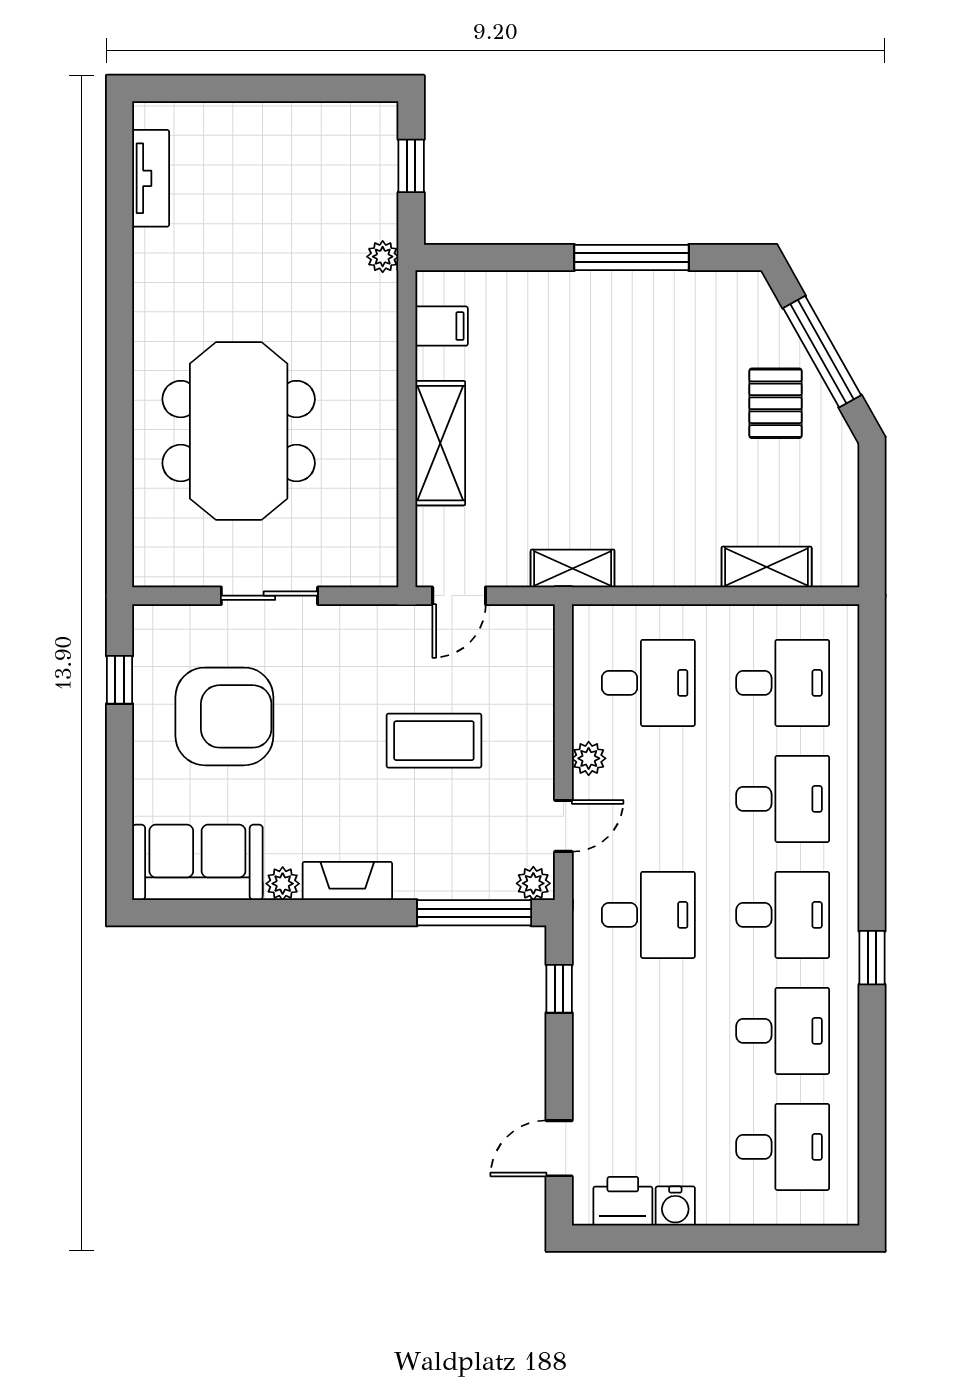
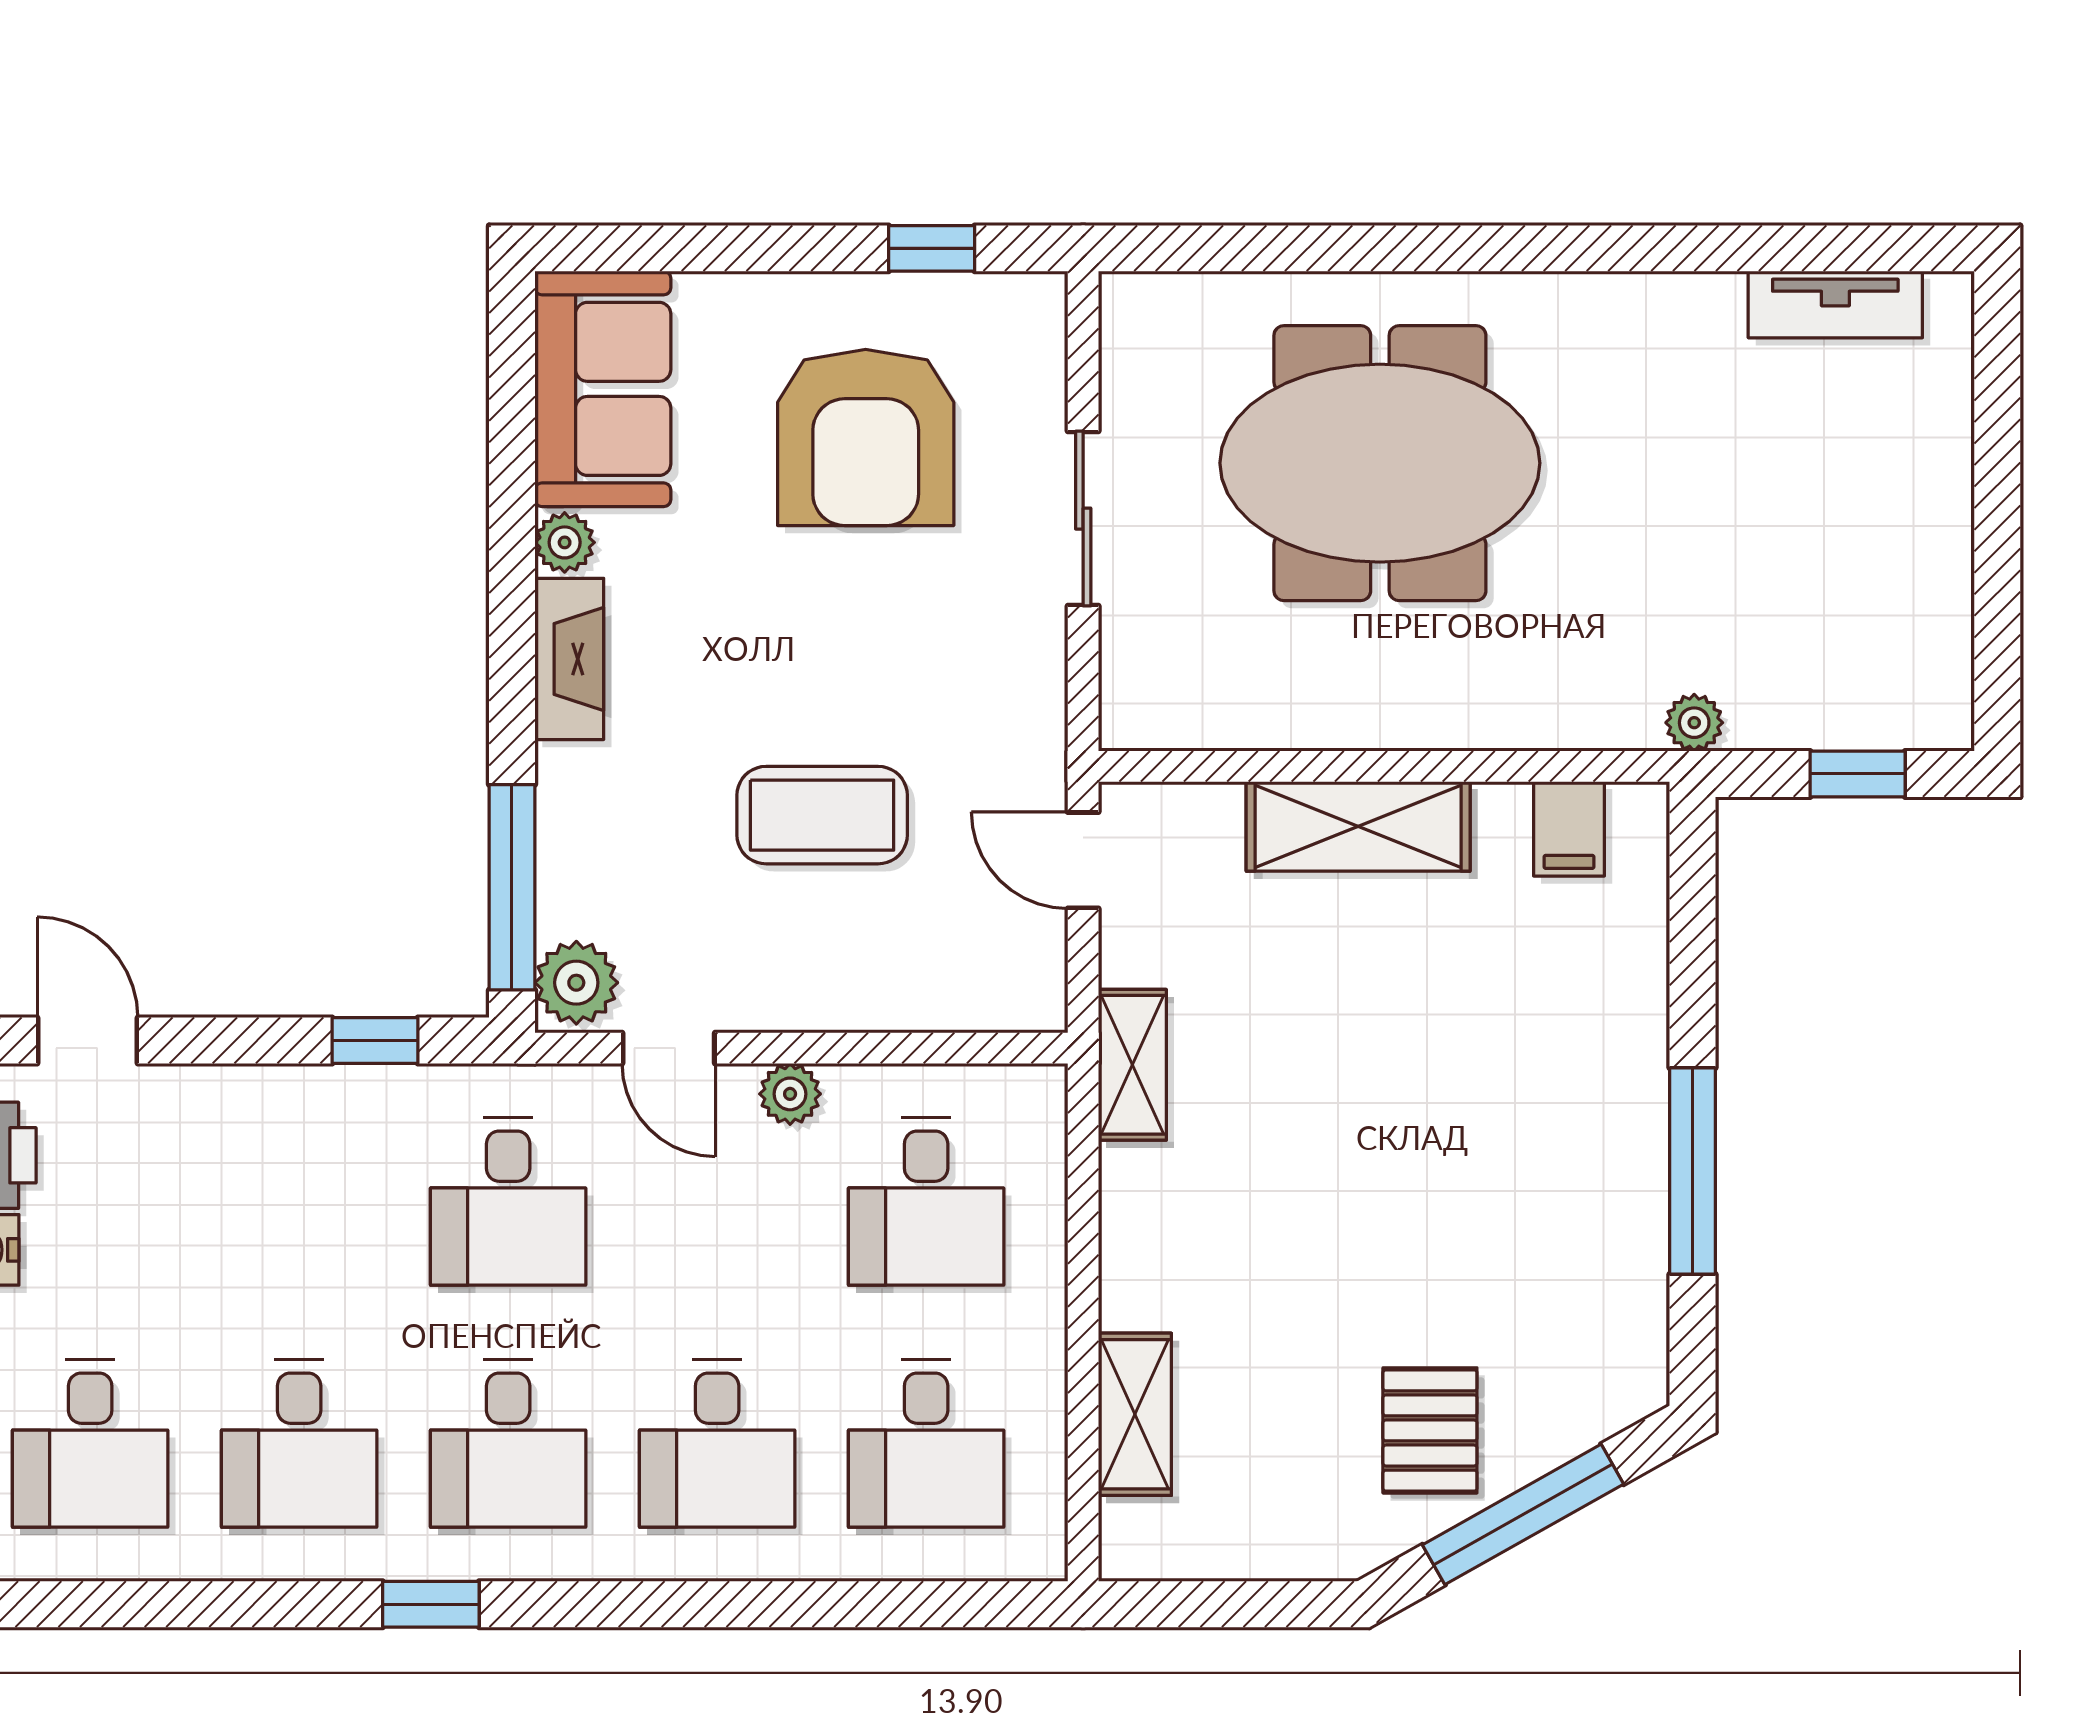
pallet: (776, 403) -> (1430, 1430), turned 90
coffee table: (434, 741) -> (822, 815), turned 90
plant: (533, 883) -> (576, 983), width x1.38, depth x1.38

